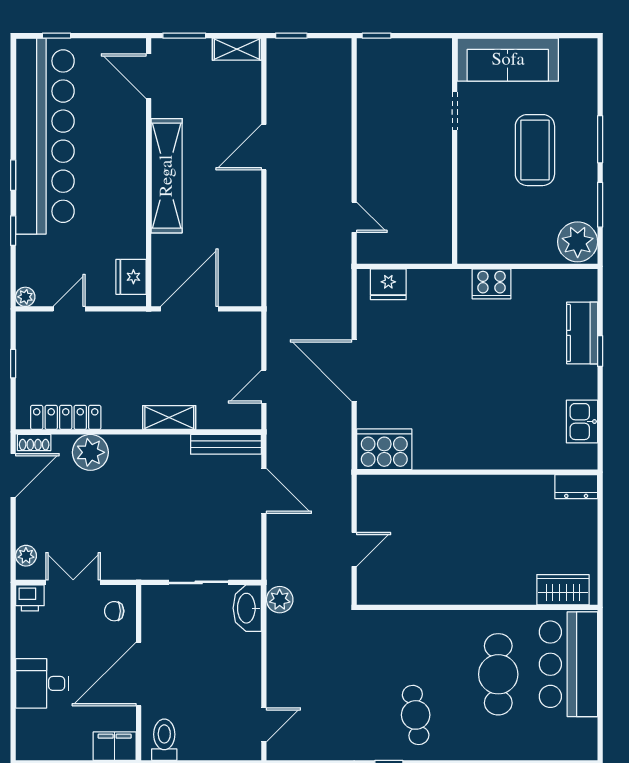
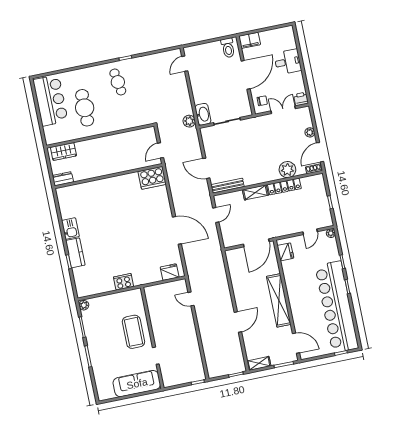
coffee table: (535, 150) -> (133, 332), moved
plant: (578, 242) -> (84, 305), width x0.53, depth x0.53
kitchen counter: (582, 333) -> (75, 253), moved
locker: (66, 417) -> (284, 187), moved
cooker: (384, 449) -> (152, 178), moved
wall: (477, 472) -> (108, 176), moved
dresser: (576, 487) -> (63, 179), moved
plant: (26, 556) -> (310, 132), moved
double door: (73, 582) -> (283, 110), swing flipped
bar counter: (568, 664) -> (50, 100), moved

